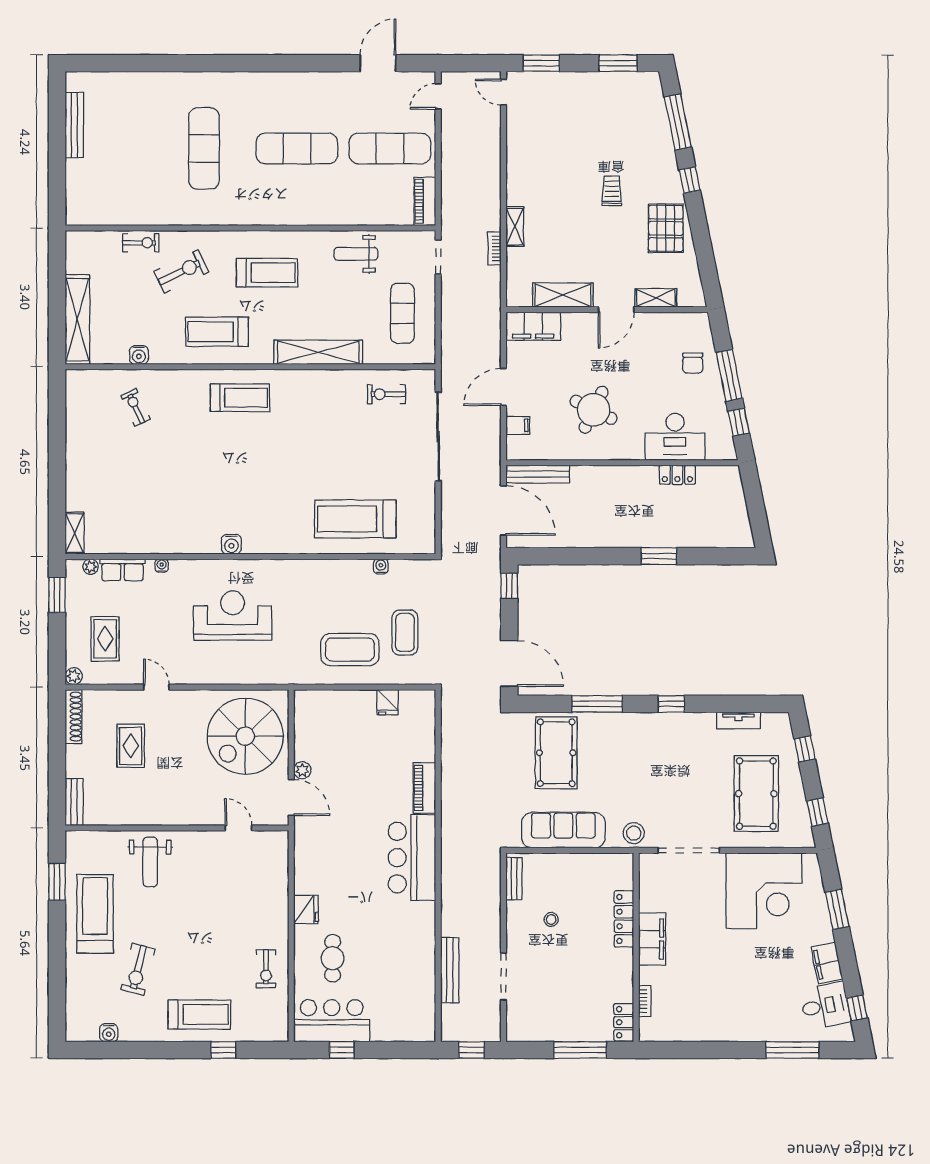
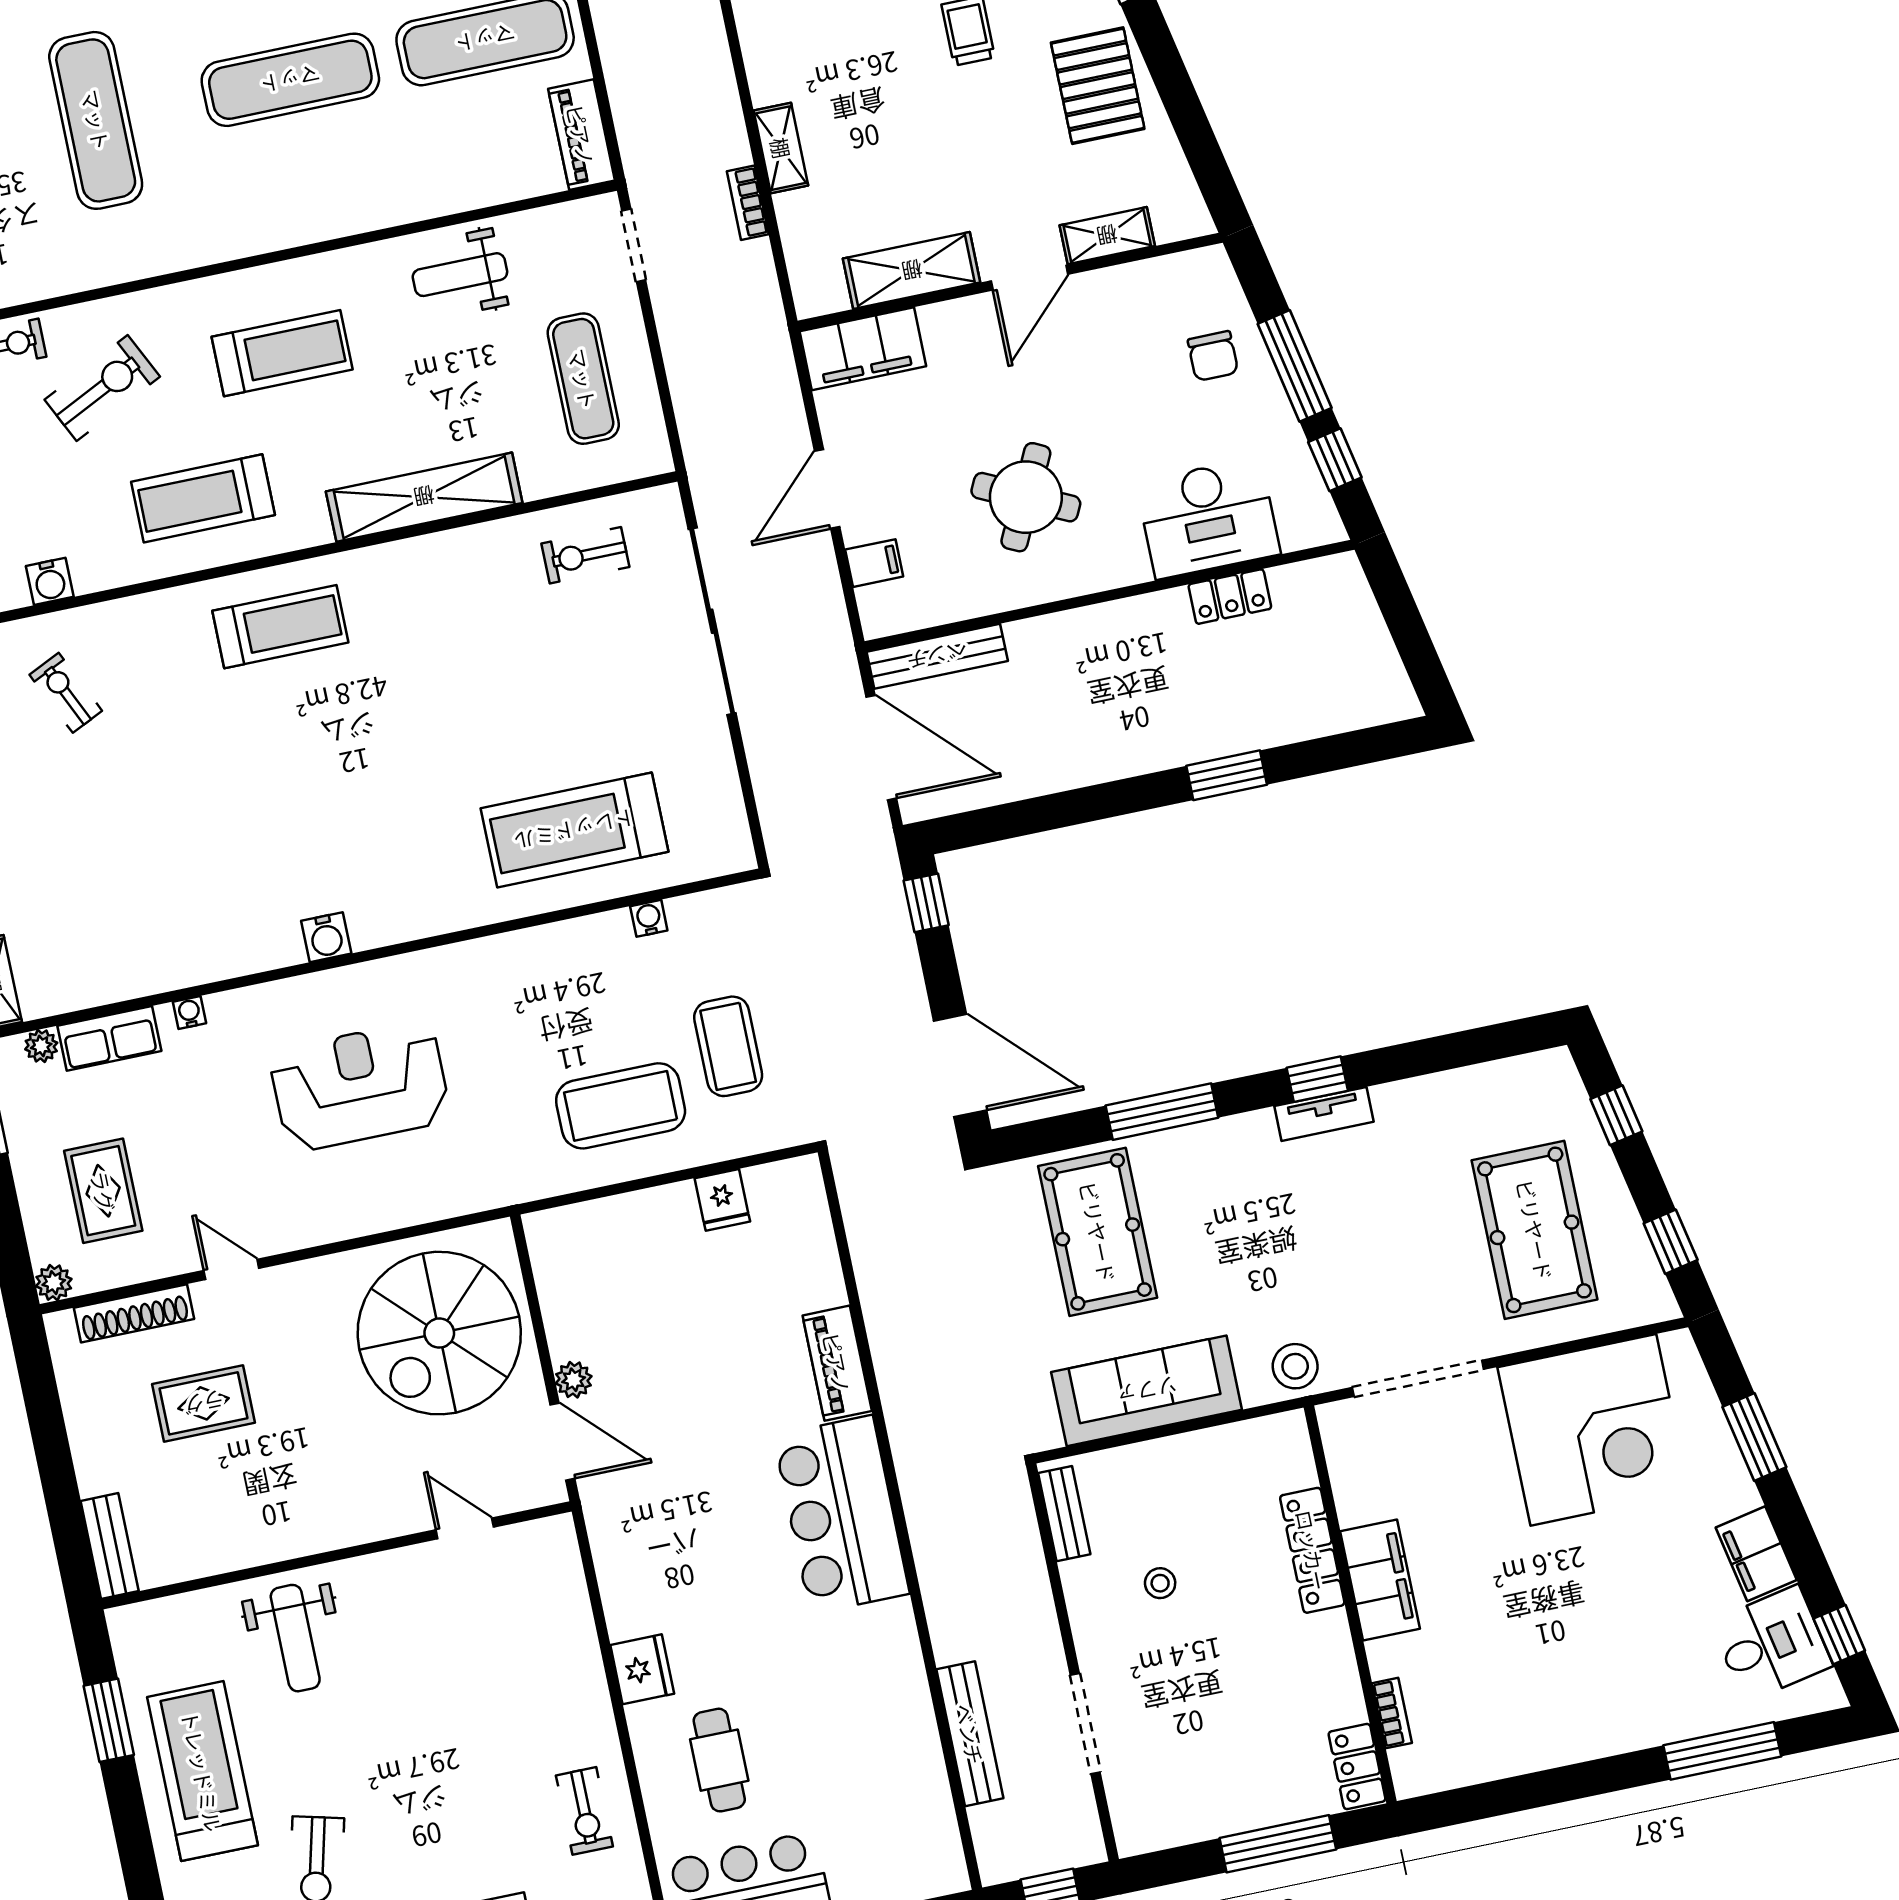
shoe rack: (74, 717) -> (134, 1313), moved, turned 90
tv unit: (738, 720) -> (1324, 1114), moved
rug: (131, 746) -> (204, 1403), turned 90

